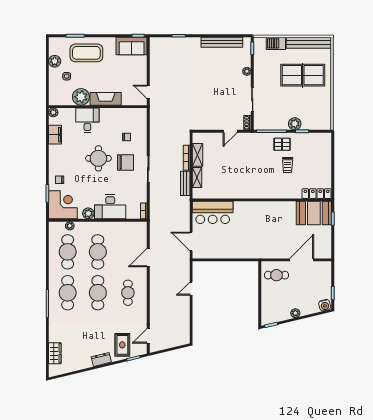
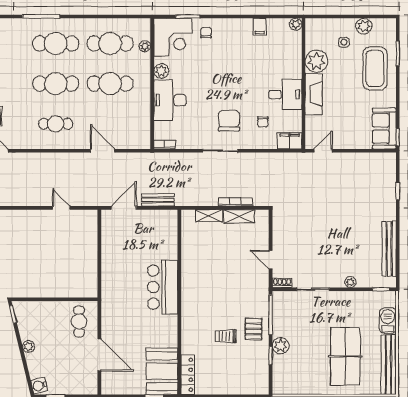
filing cabinet: (141, 117) -> (290, 141), added
desk: (87, 120) -> (285, 94), moved
filing cabinet: (55, 135) -> (260, 27), width x0.50
round table: (98, 158) -> (235, 84), removed
chair: (126, 163) -> (229, 121), turned 180
bench: (185, 183) -> (158, 200), moved
bar counter: (213, 212) -> (163, 287), moved

